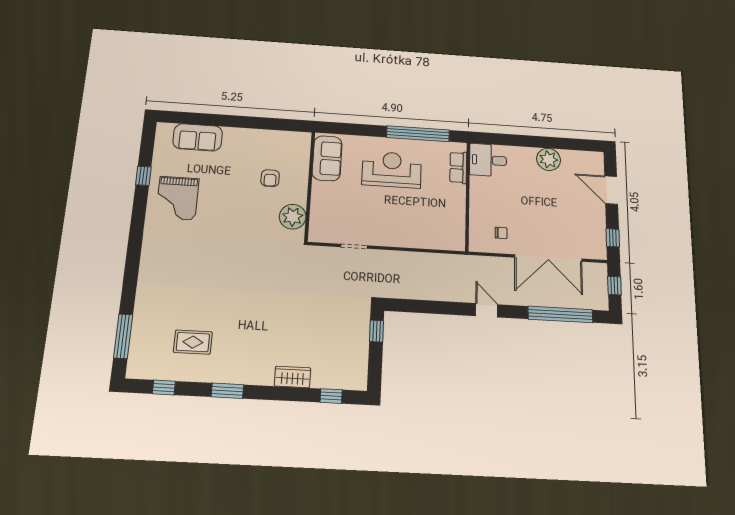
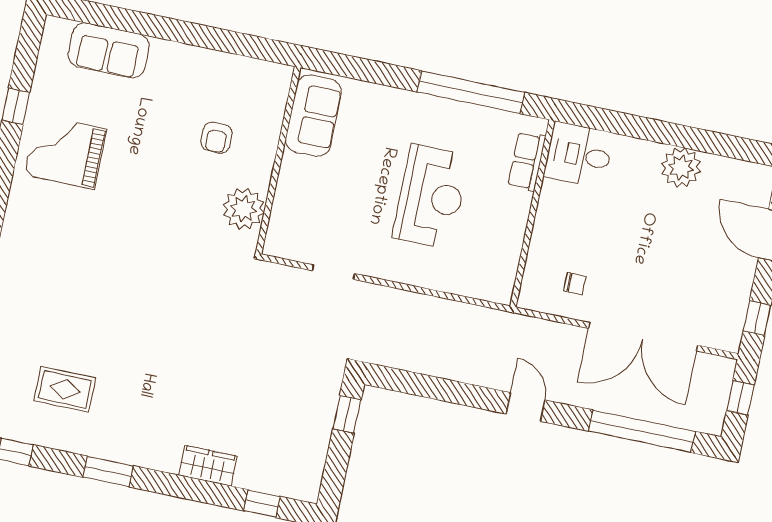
reception desk: (392, 170) -> (431, 197), moved, turned 90
grand piano: (177, 198) -> (65, 152), turned 90

